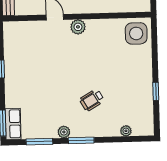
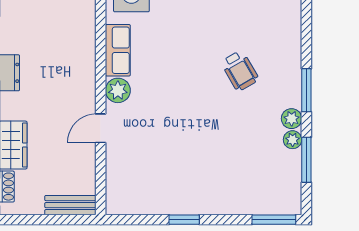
row of seats: (13, 124) -> (118, 50), moved, turned 90
plant: (126, 131) -> (293, 140), moved

